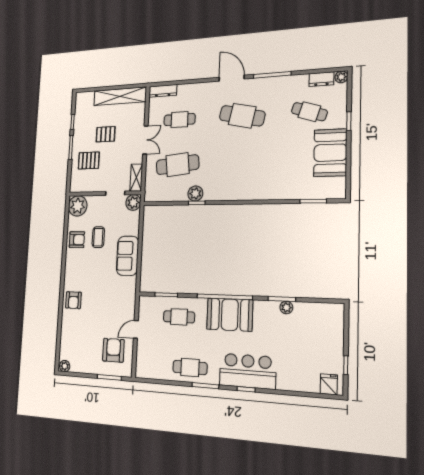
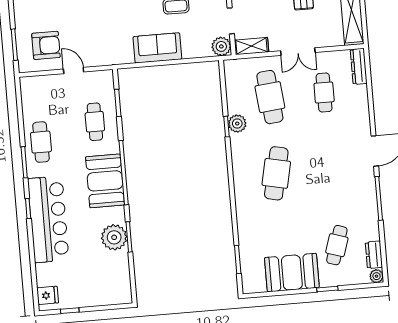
cafe table: (242, 116) -> (276, 173), moved
plant: (286, 307) -> (114, 237), width x1.87, depth x1.87
bar counter: (248, 371) -> (48, 219), width x1.36

